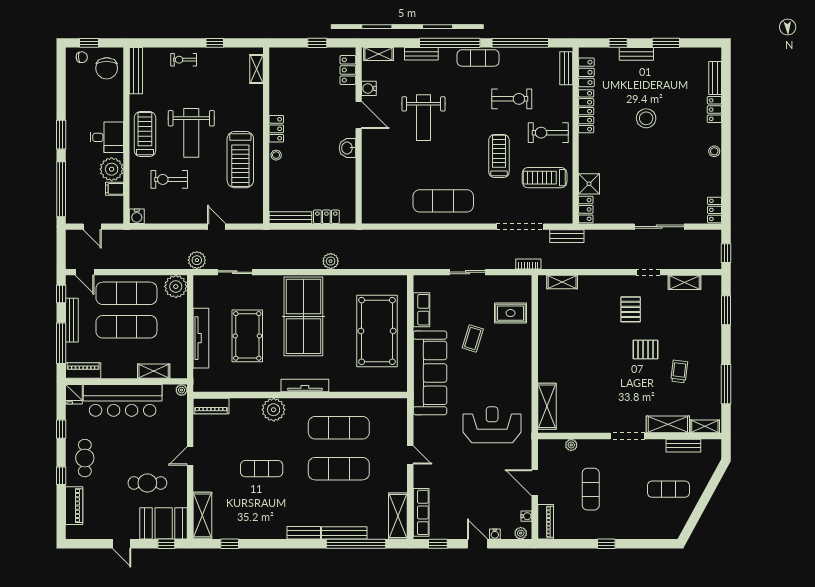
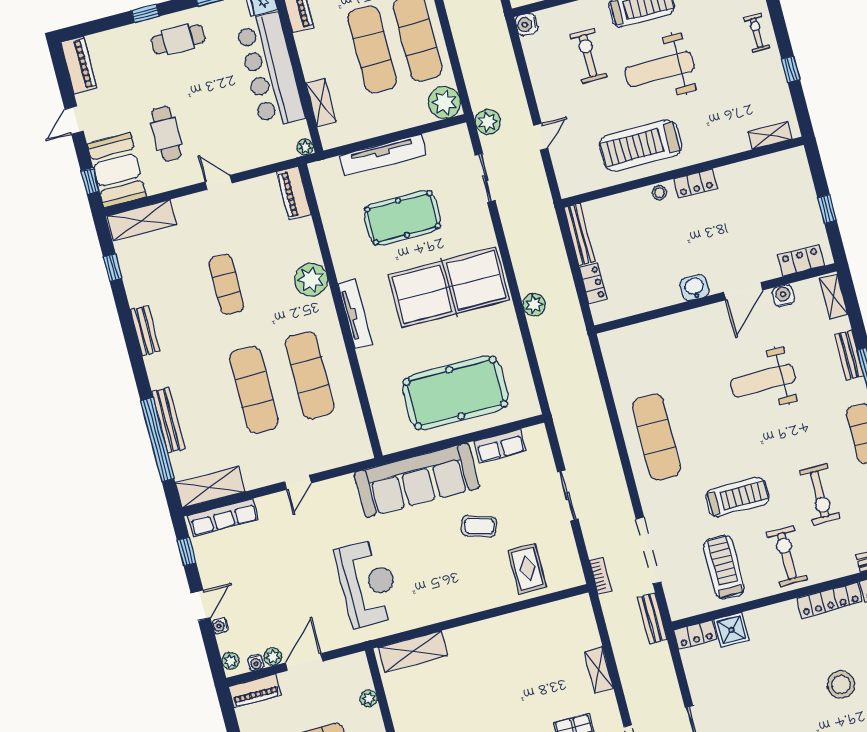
shelving: (562, 282) -> (599, 670), moved
plant: (525, 503) -> (273, 657), added
piano: (74, 506) -> (79, 65), moved, turned -90
bench: (304, 533) -> (145, 330), moved

